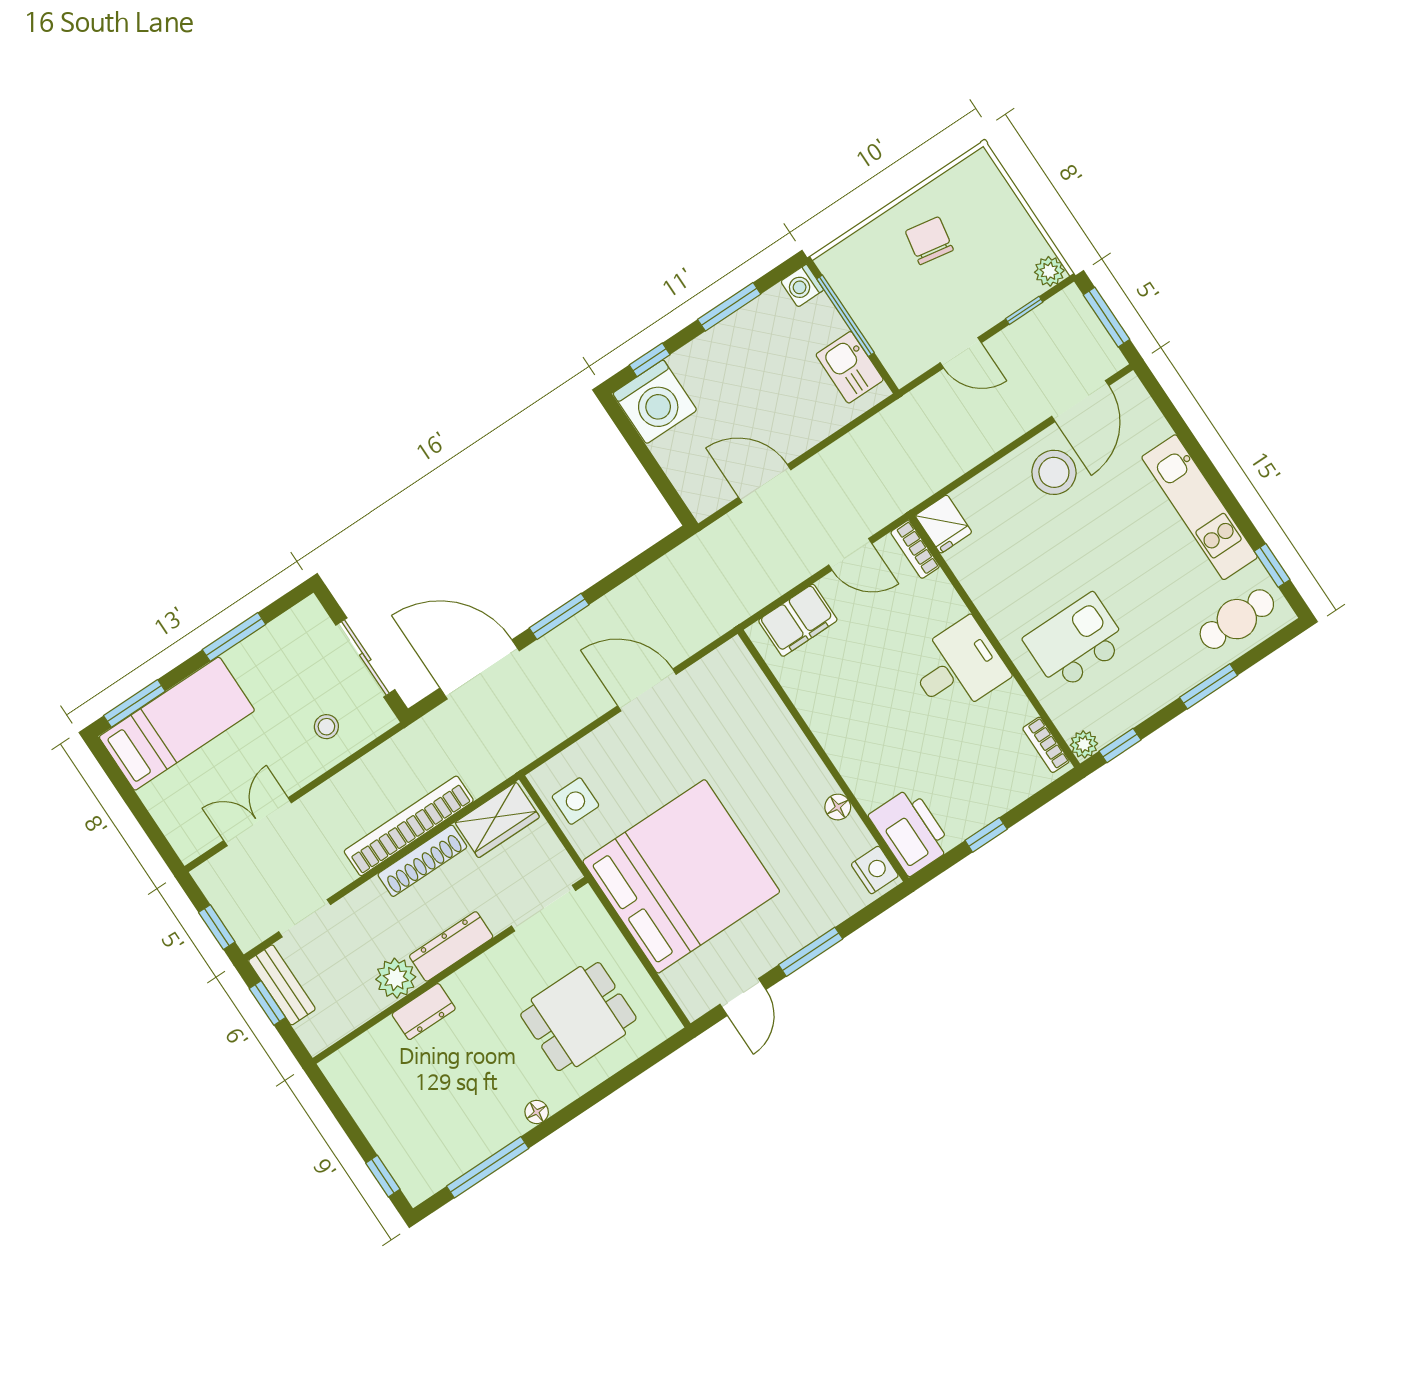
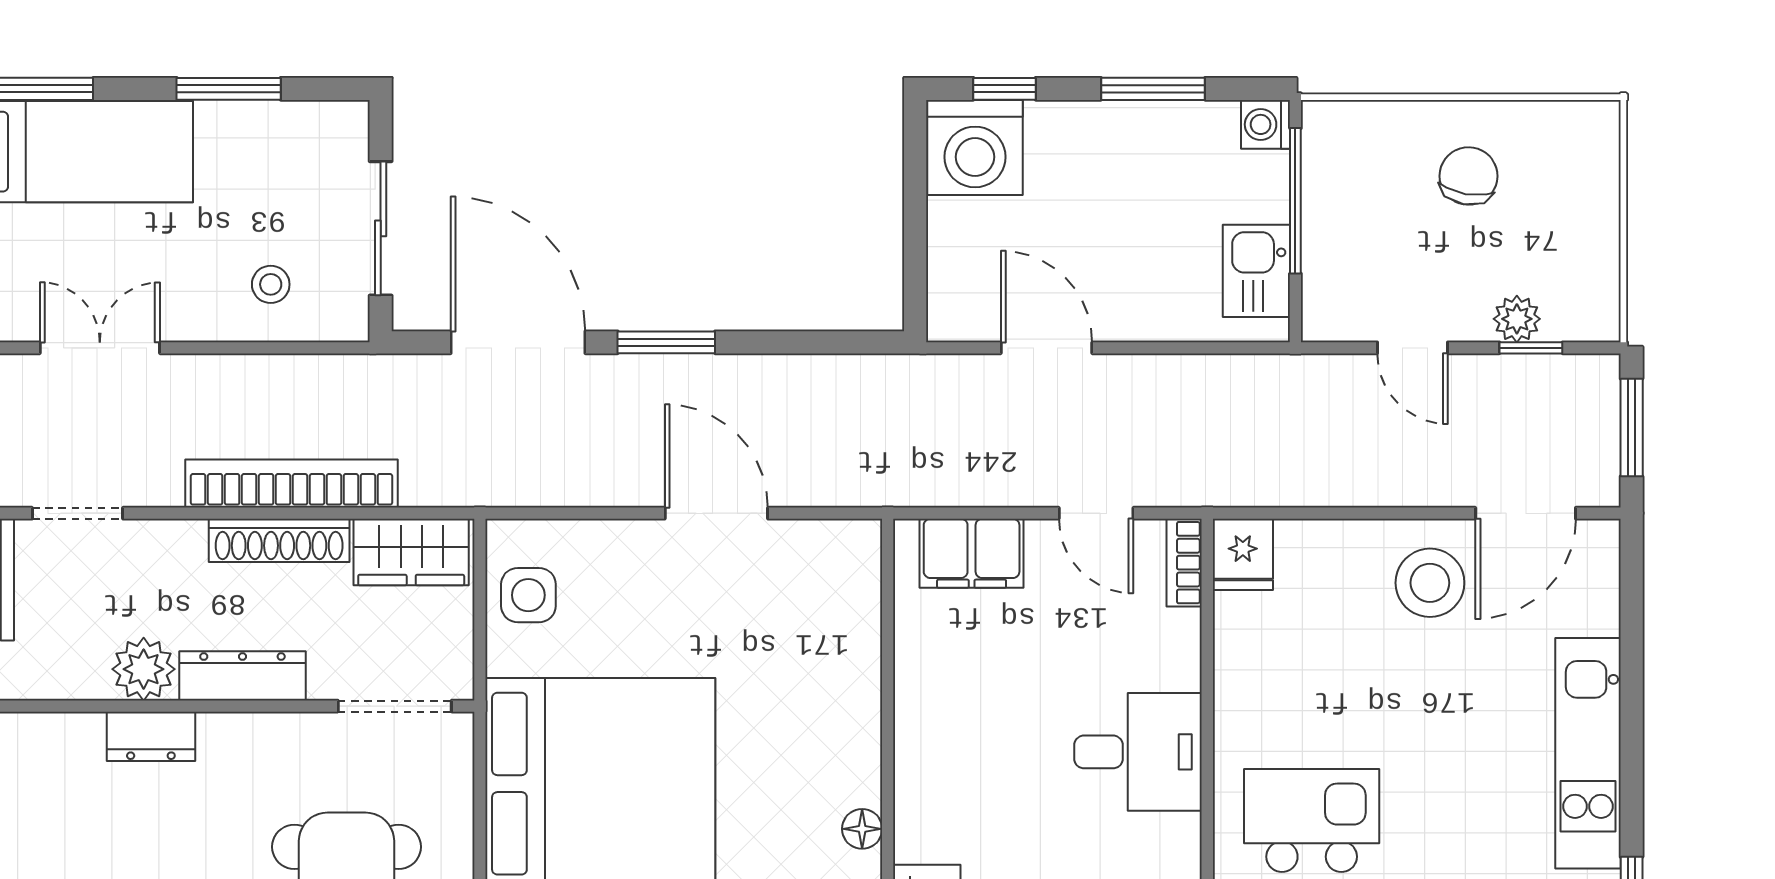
plant: (1049, 271) -> (1517, 319), moved

